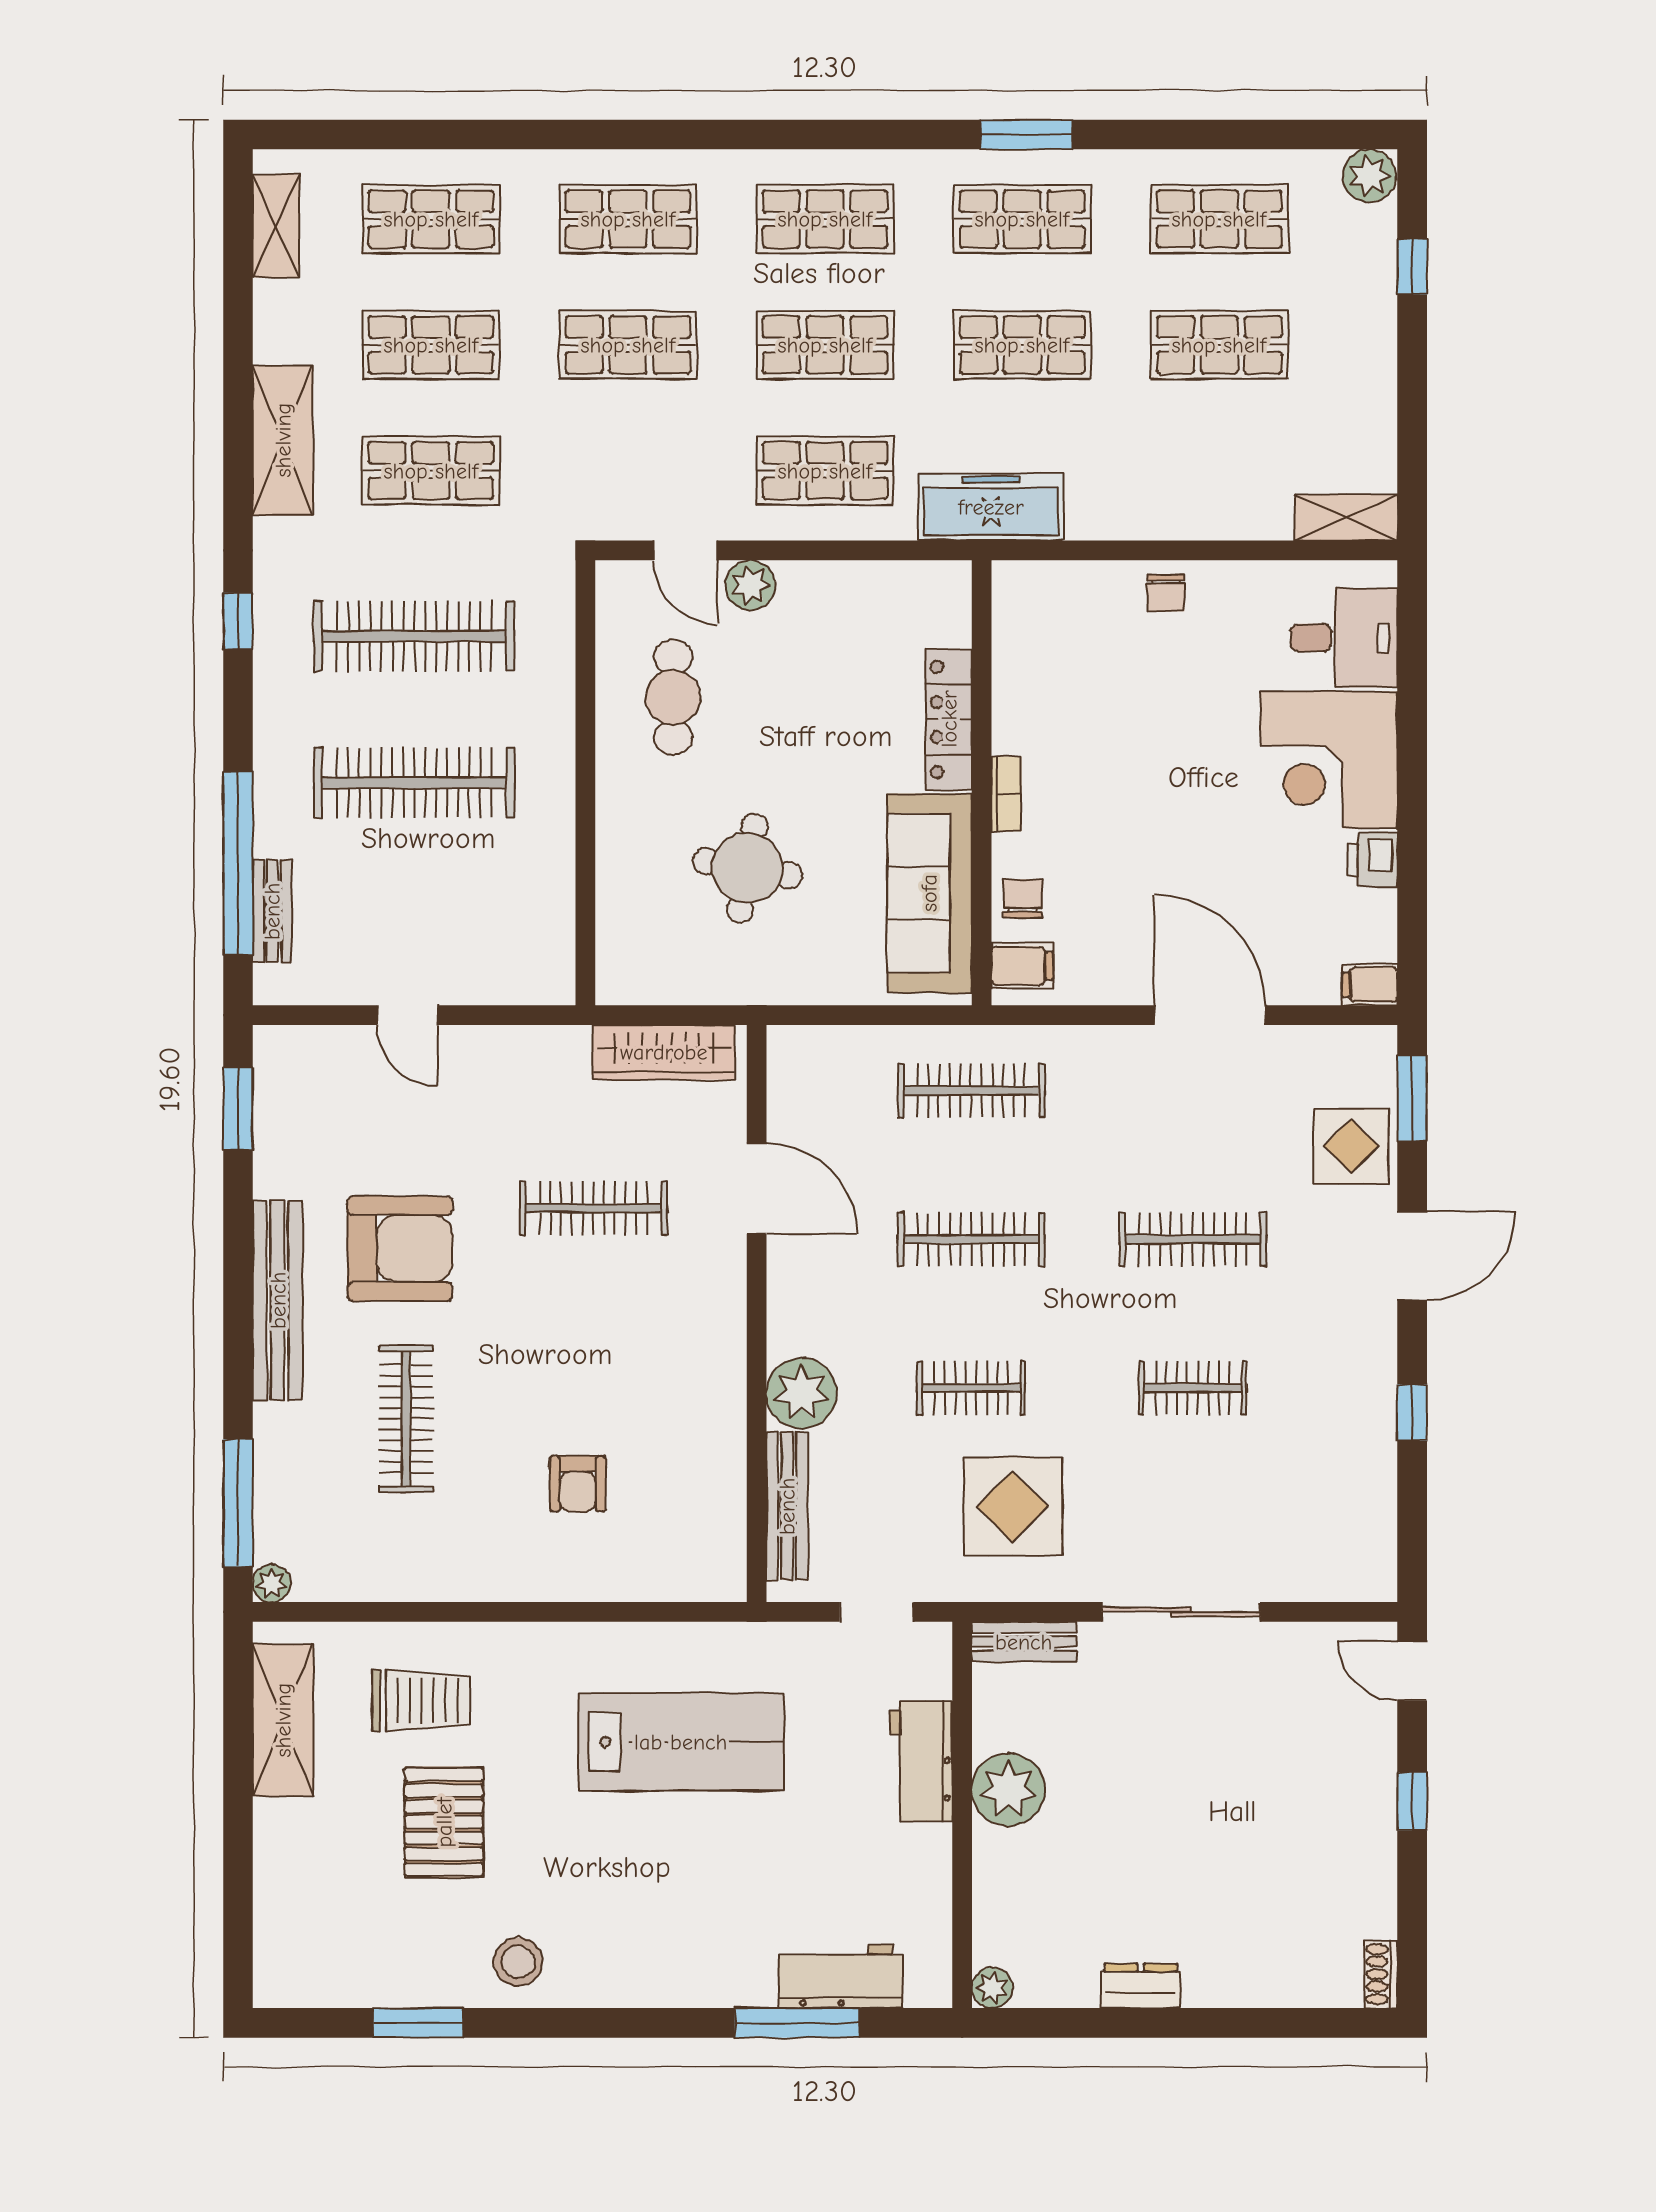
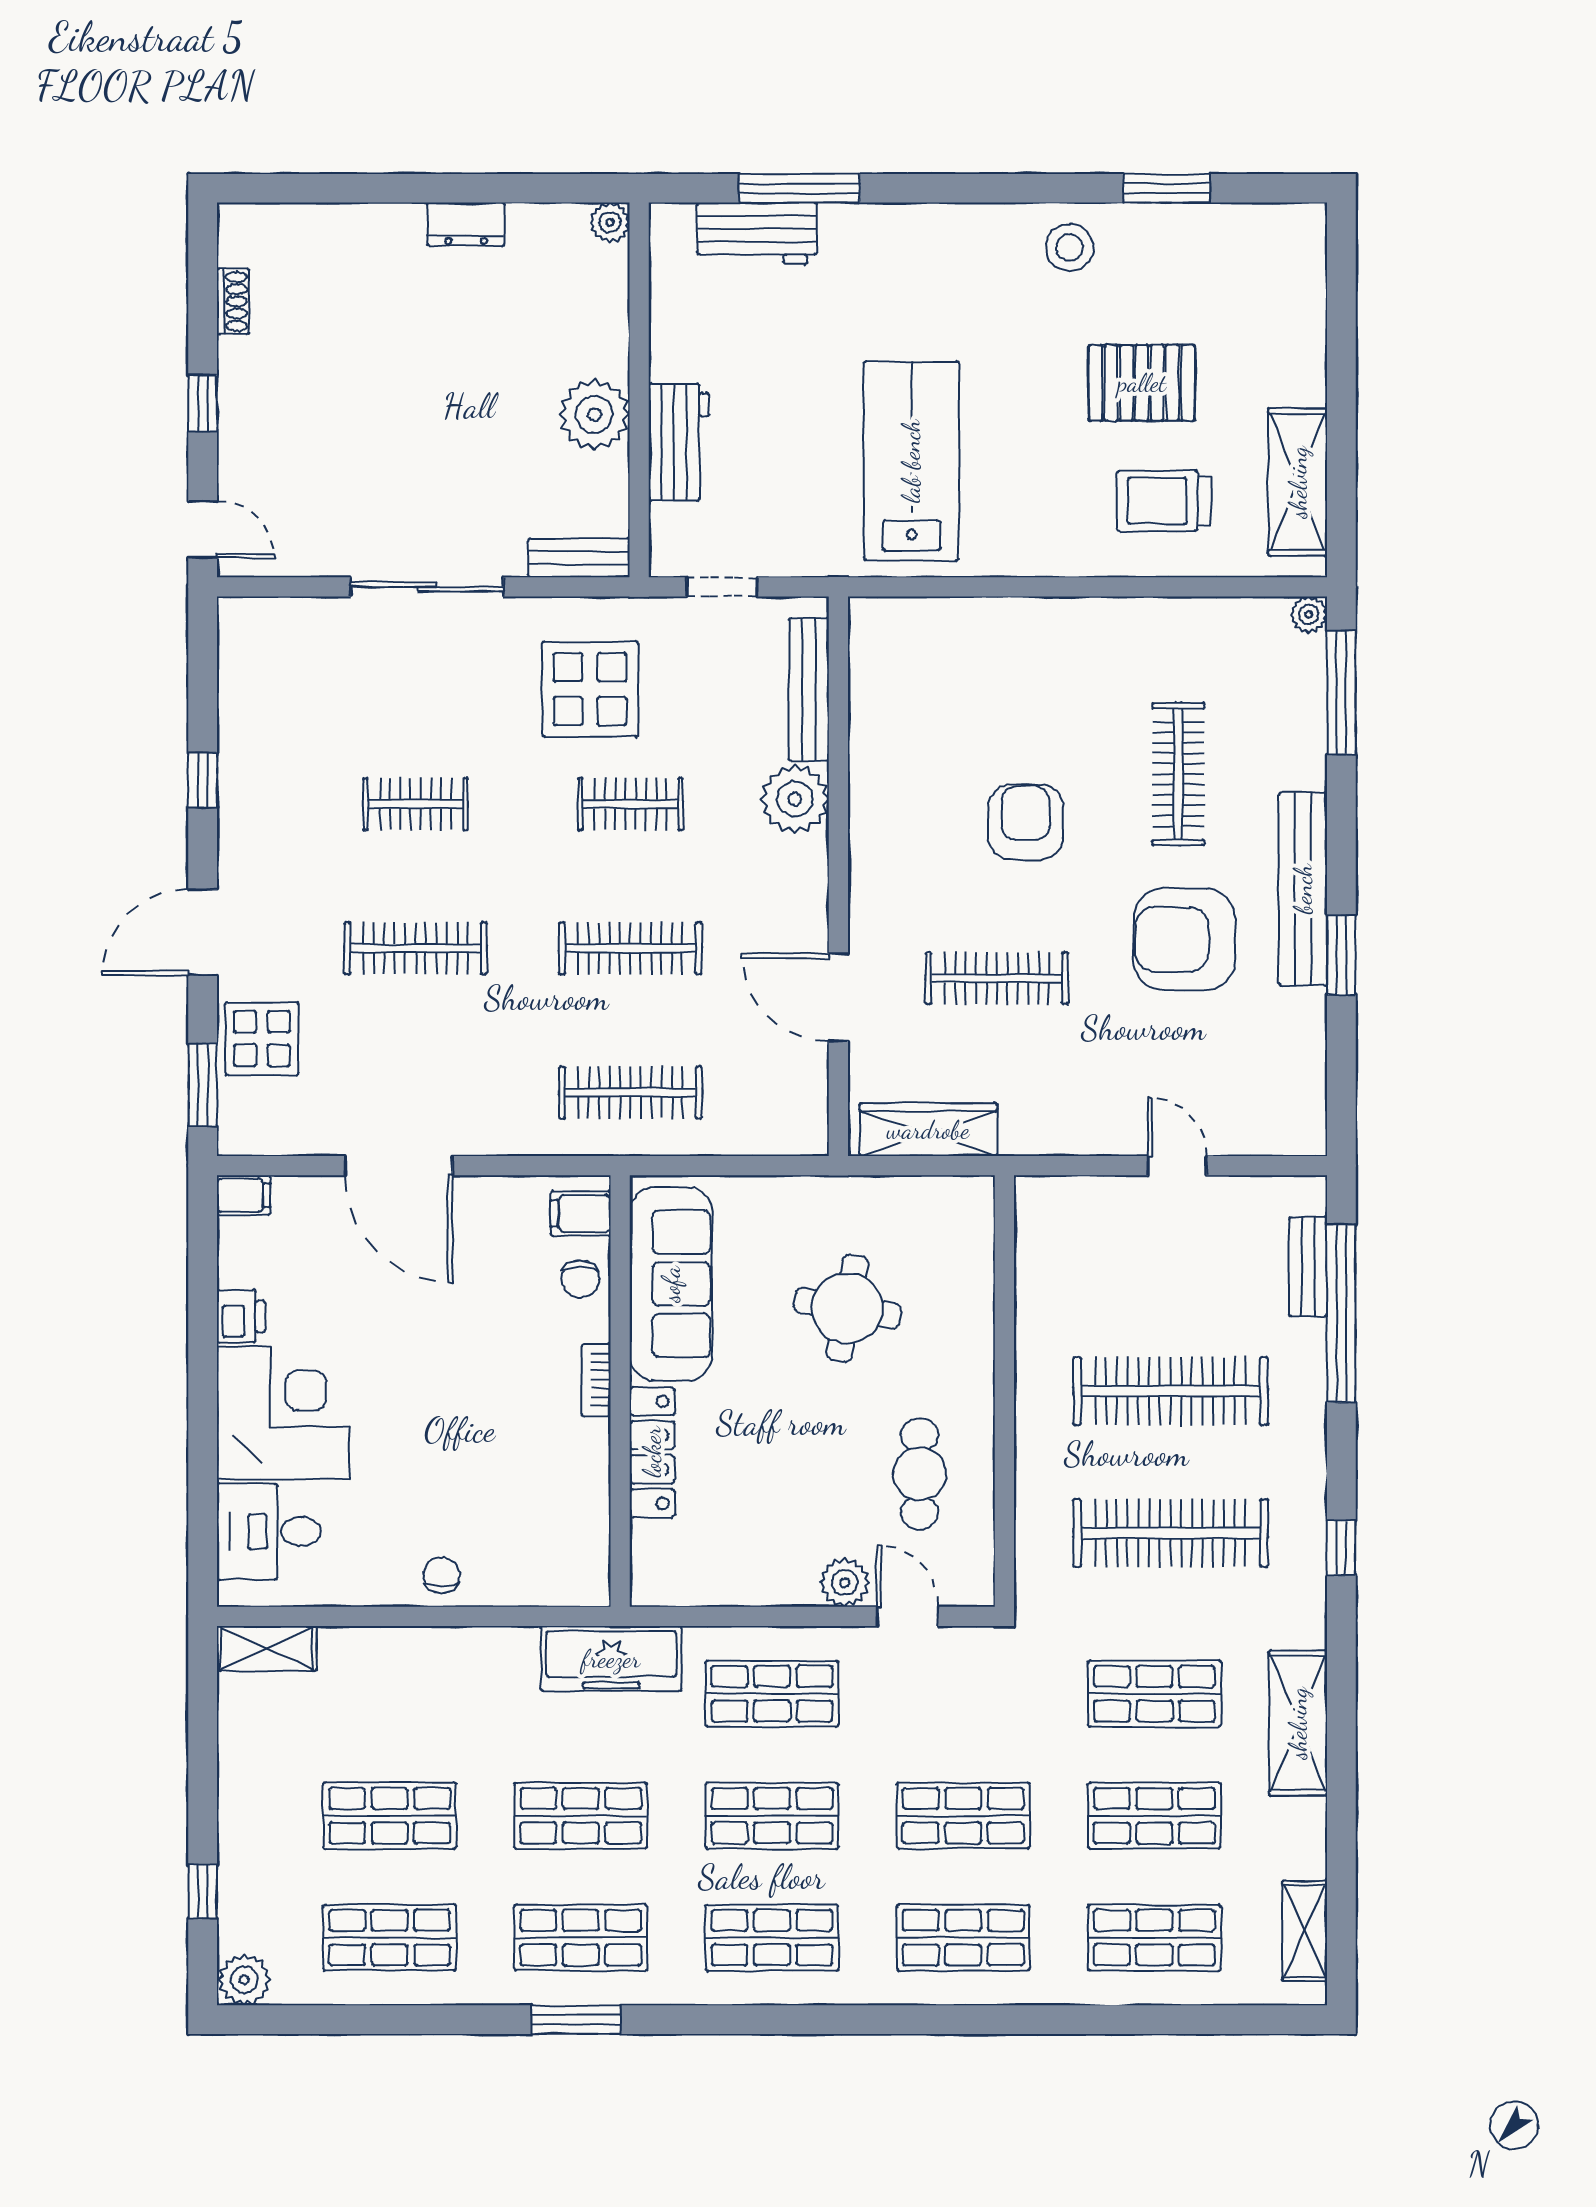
window: (238, 1109) -> (1341, 955), moved
armchair: (578, 1484) -> (1026, 822), moved, width x1.38, depth x1.38
lab bench: (681, 1742) -> (911, 461), turned 90
pallet: (444, 1822) -> (1142, 383), turned 90
shoe rack: (1381, 1974) -> (233, 301), moved

